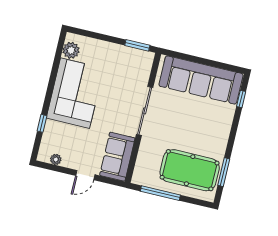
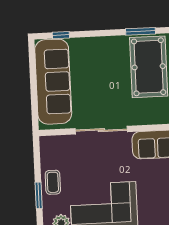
window: (137, 45) -> (39, 195), moved
coffee table: (110, 53) -> (53, 182), added

